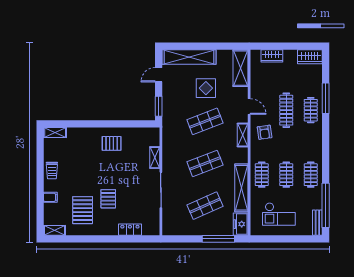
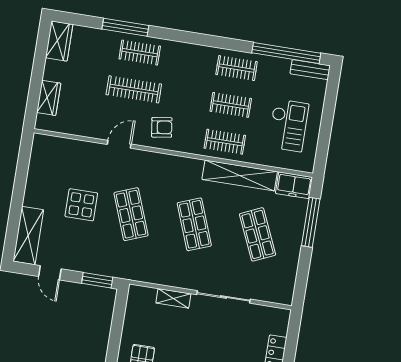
shelving: (189, 57) -> (28, 236), width x0.68
shelving: (241, 68) -> (59, 148), removed
shelving: (243, 135) -> (161, 161), removed

